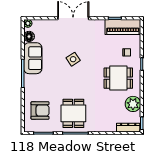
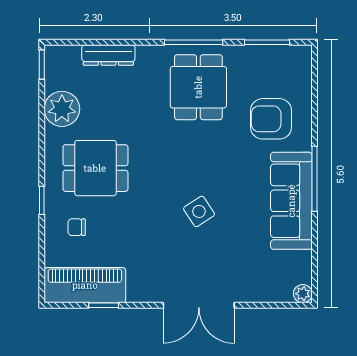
floor lamp: (29, 36) -> (300, 263), removed
sofa: (33, 58) -> (291, 201), width x1.36
armchair: (40, 110) -> (271, 119), moved
dresser: (128, 128) -> (108, 55), moved

